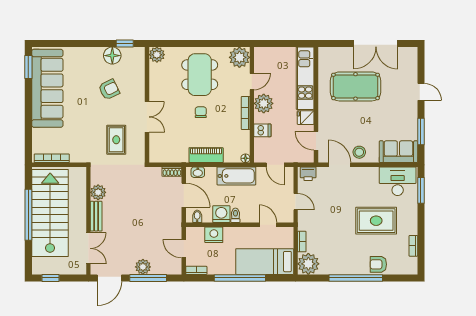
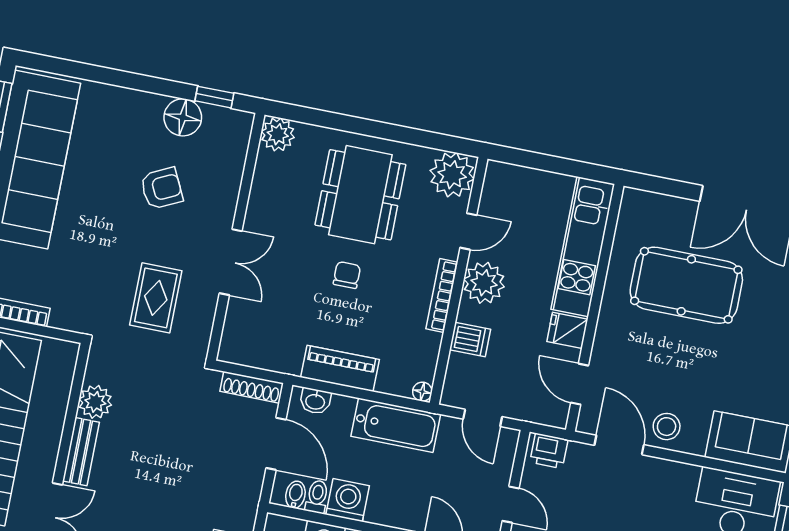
shoe rack: (172, 172) -> (252, 387), width x1.43
toilet: (235, 215) -> (317, 497), moved

